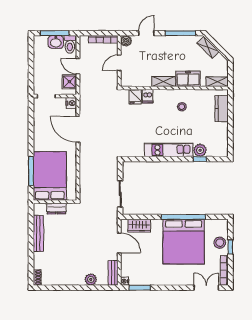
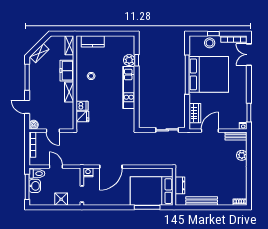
door: (78, 66) -> (56, 167), swing flipped
shower: (69, 82) -> (61, 199), moved

